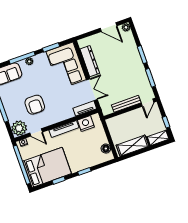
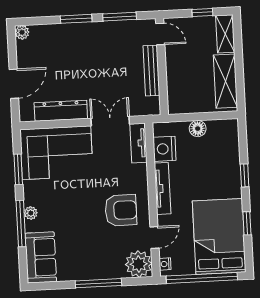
door: (109, 27) -> (14, 84), moved
armchair: (35, 105) -> (121, 210), moved
floor lamp: (106, 149) -> (198, 129), moved

